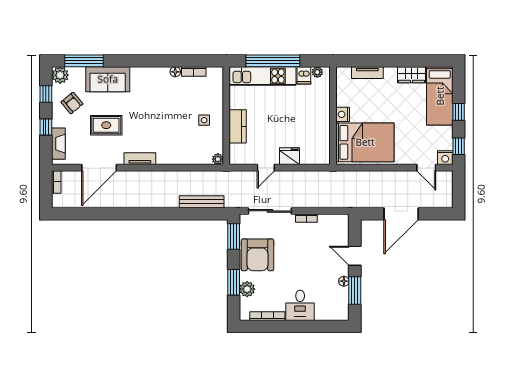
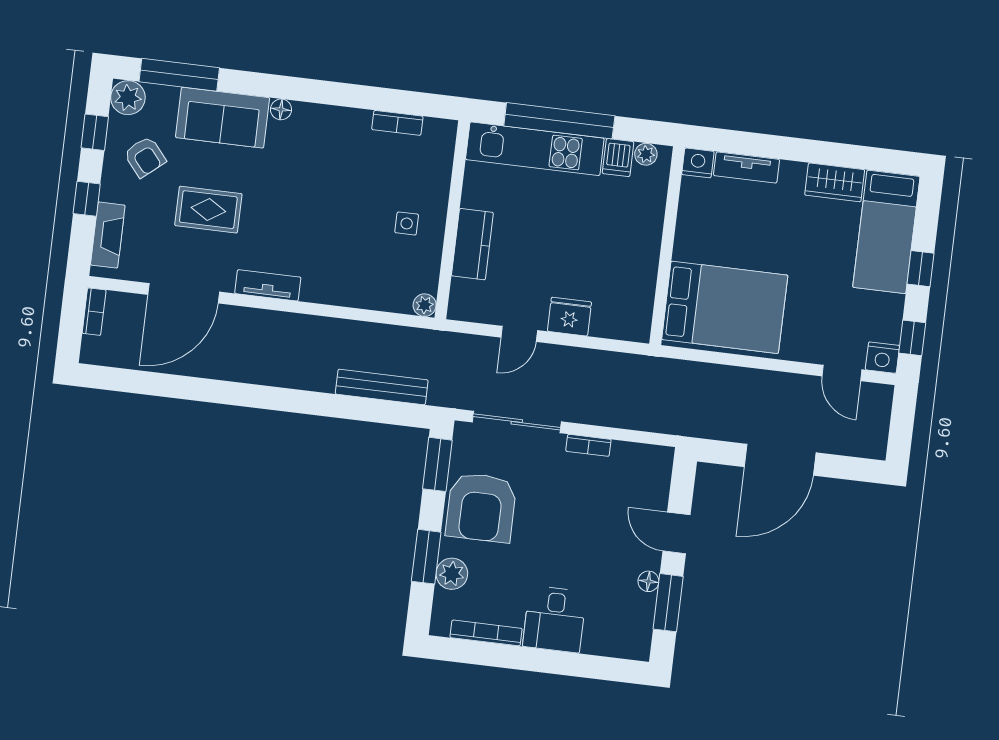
floor lamp: (175, 72) -> (281, 109), moved
nightstand: (343, 114) -> (698, 163), moved, turned 90

